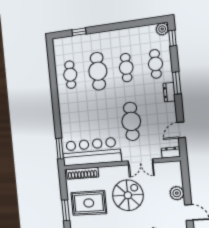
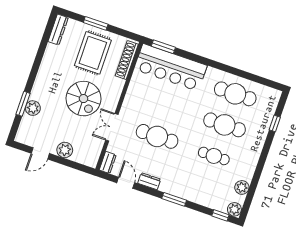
plant: (141, 32) -> (242, 187), added
cafe table: (155, 64) -> (203, 187), removed
cafe table: (70, 75) -> (235, 94), width x1.37, depth x1.35
dresser: (169, 92) -> (149, 181), moved
bar counter: (91, 152) -> (171, 67), moved, turned 90

